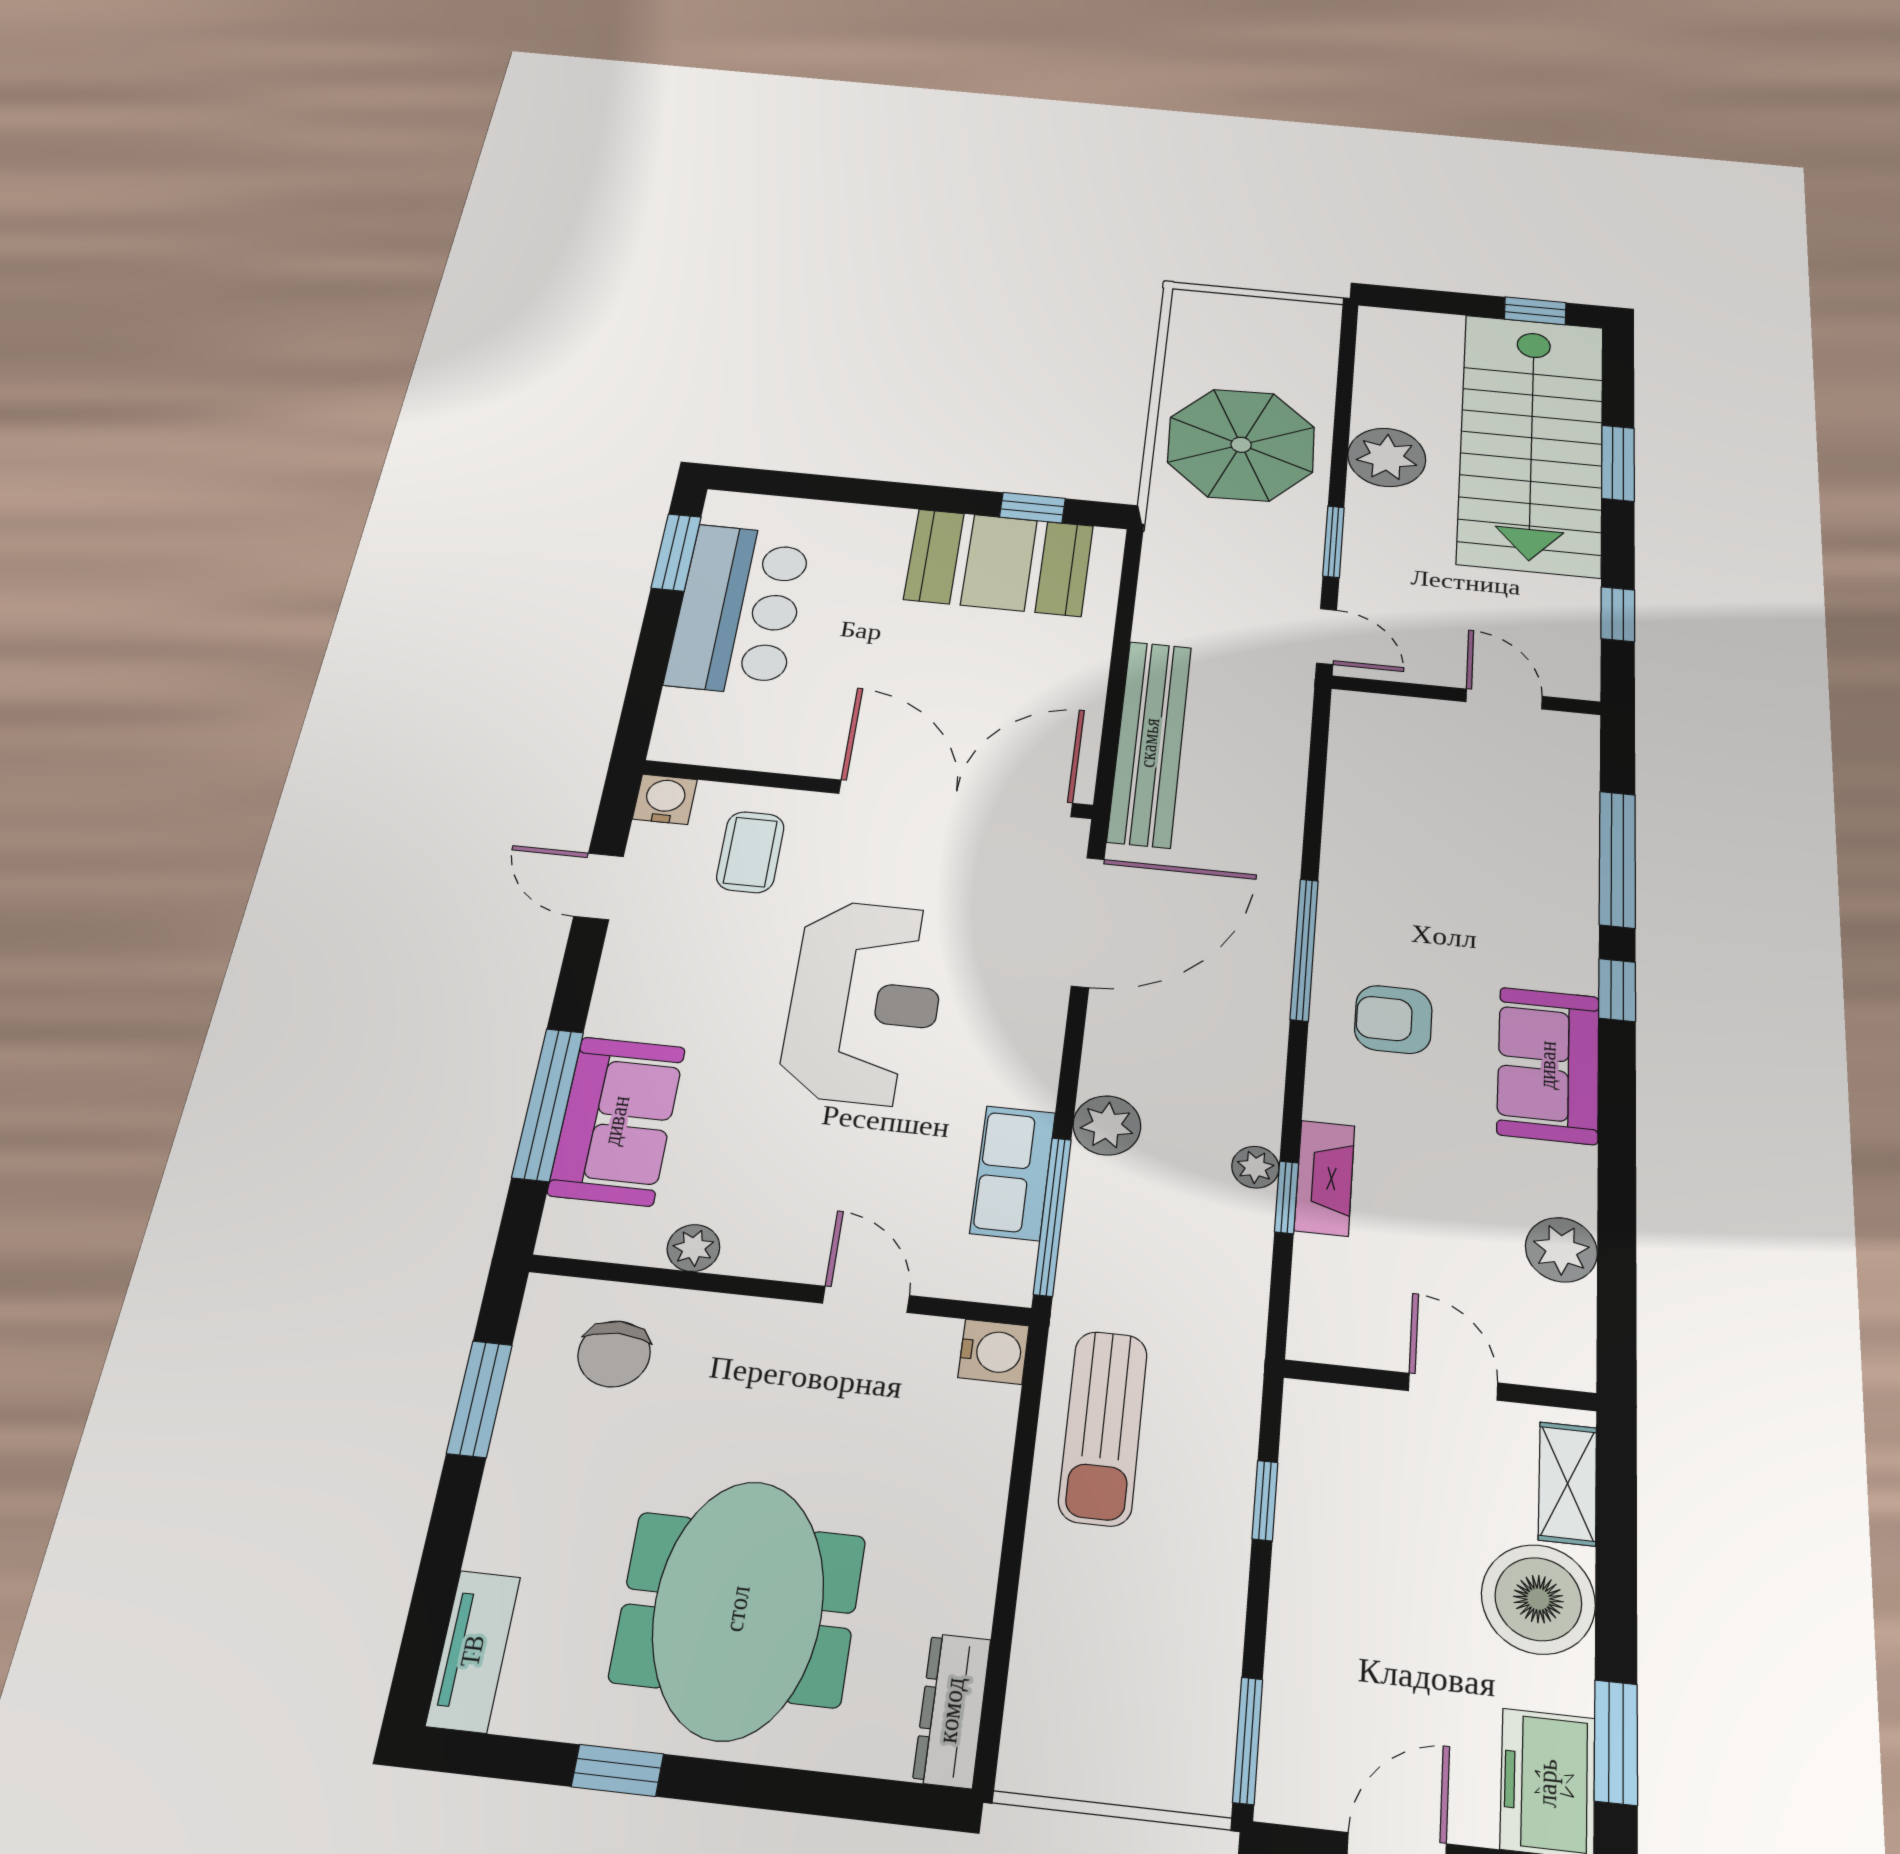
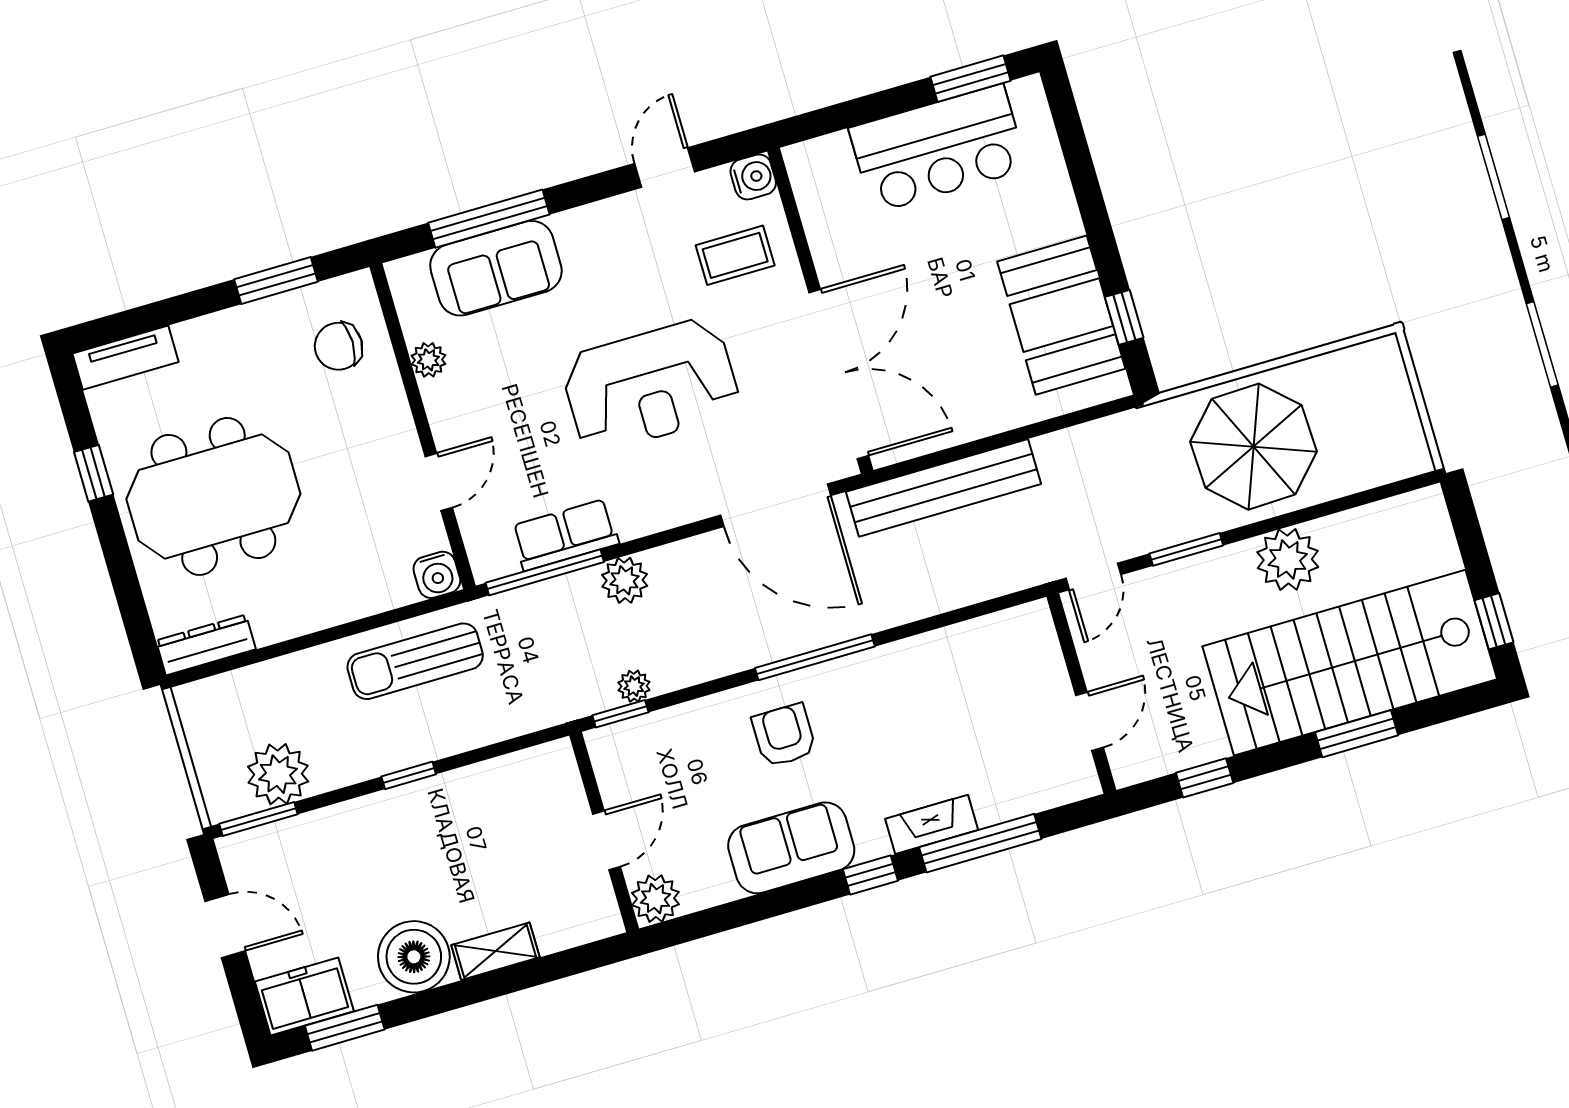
fireplace: (1325, 1178) -> (932, 824), moved, turned 180
wall: (1440, 1385) -> (604, 832), moved
door: (1453, 1387) -> (606, 840), moved
plant: (1191, 1684) -> (278, 774), added

